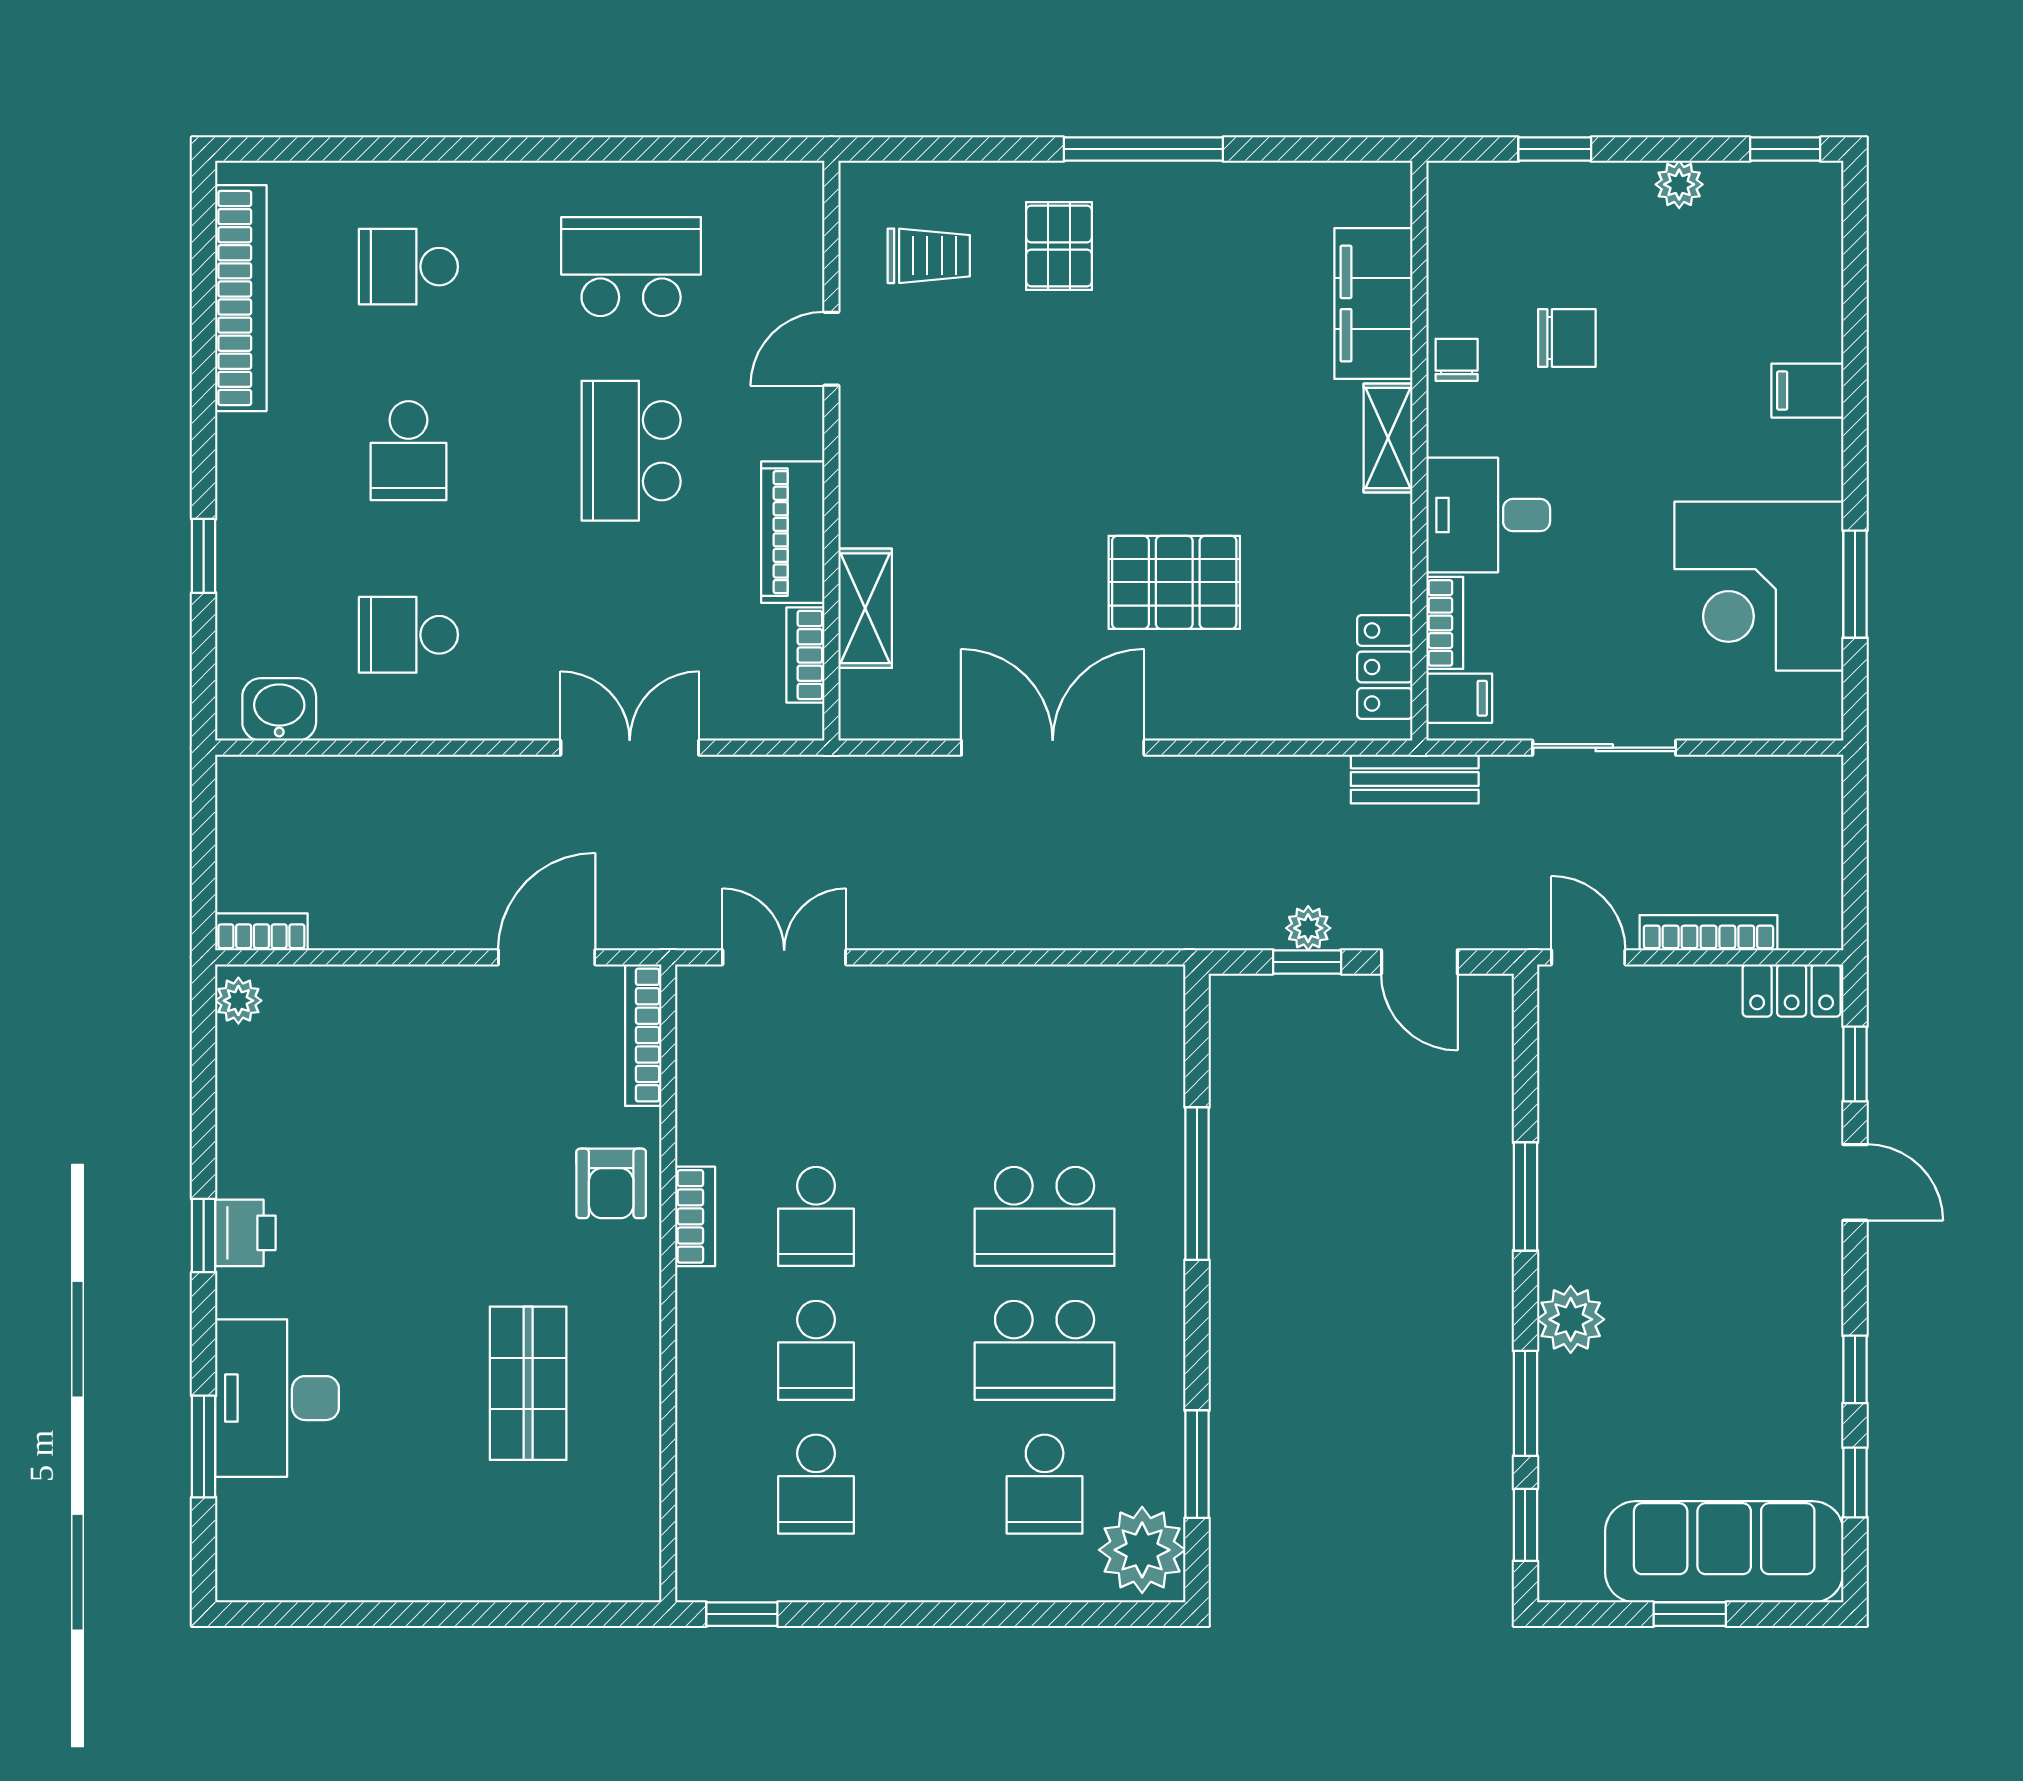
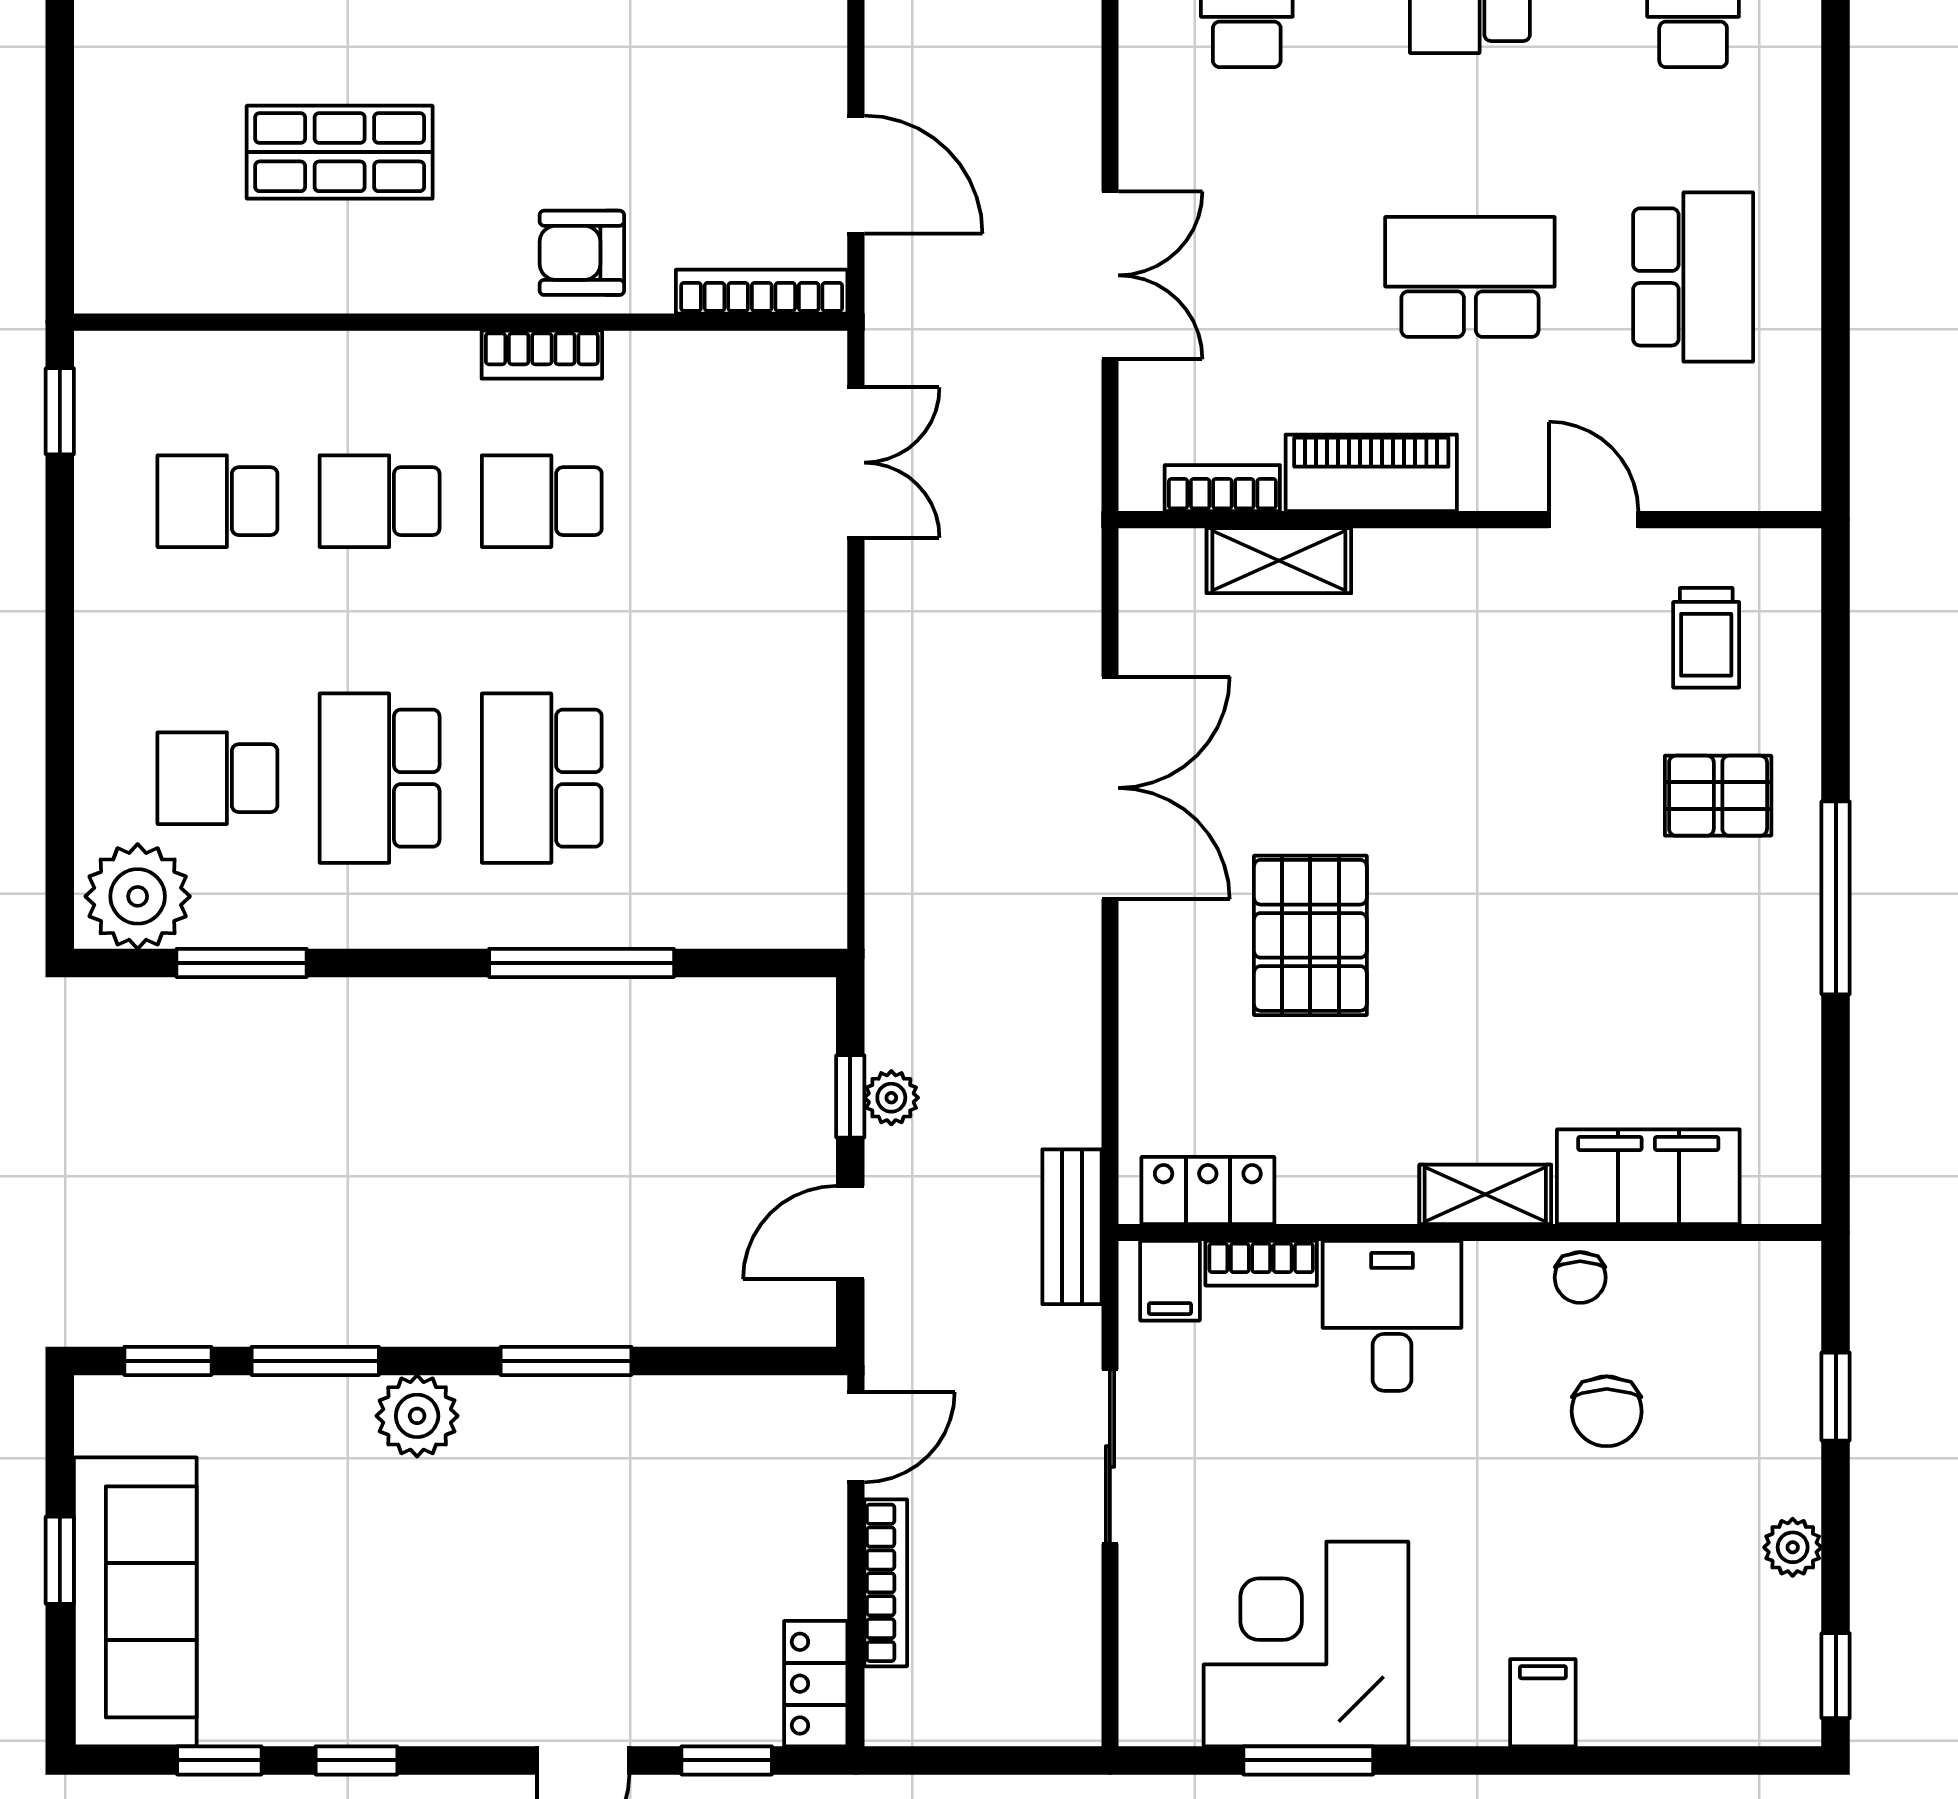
chair: (1457, 360) -> (1580, 1277), turned 90

